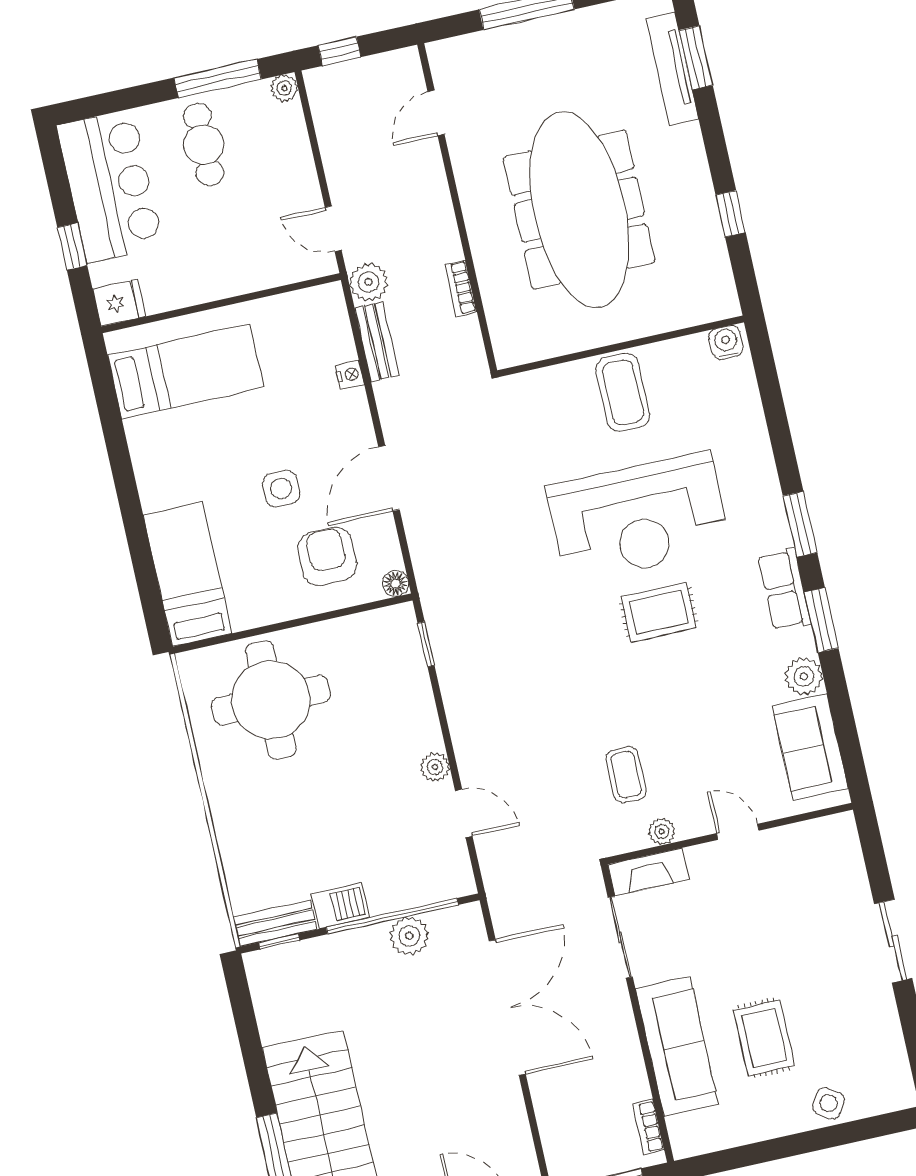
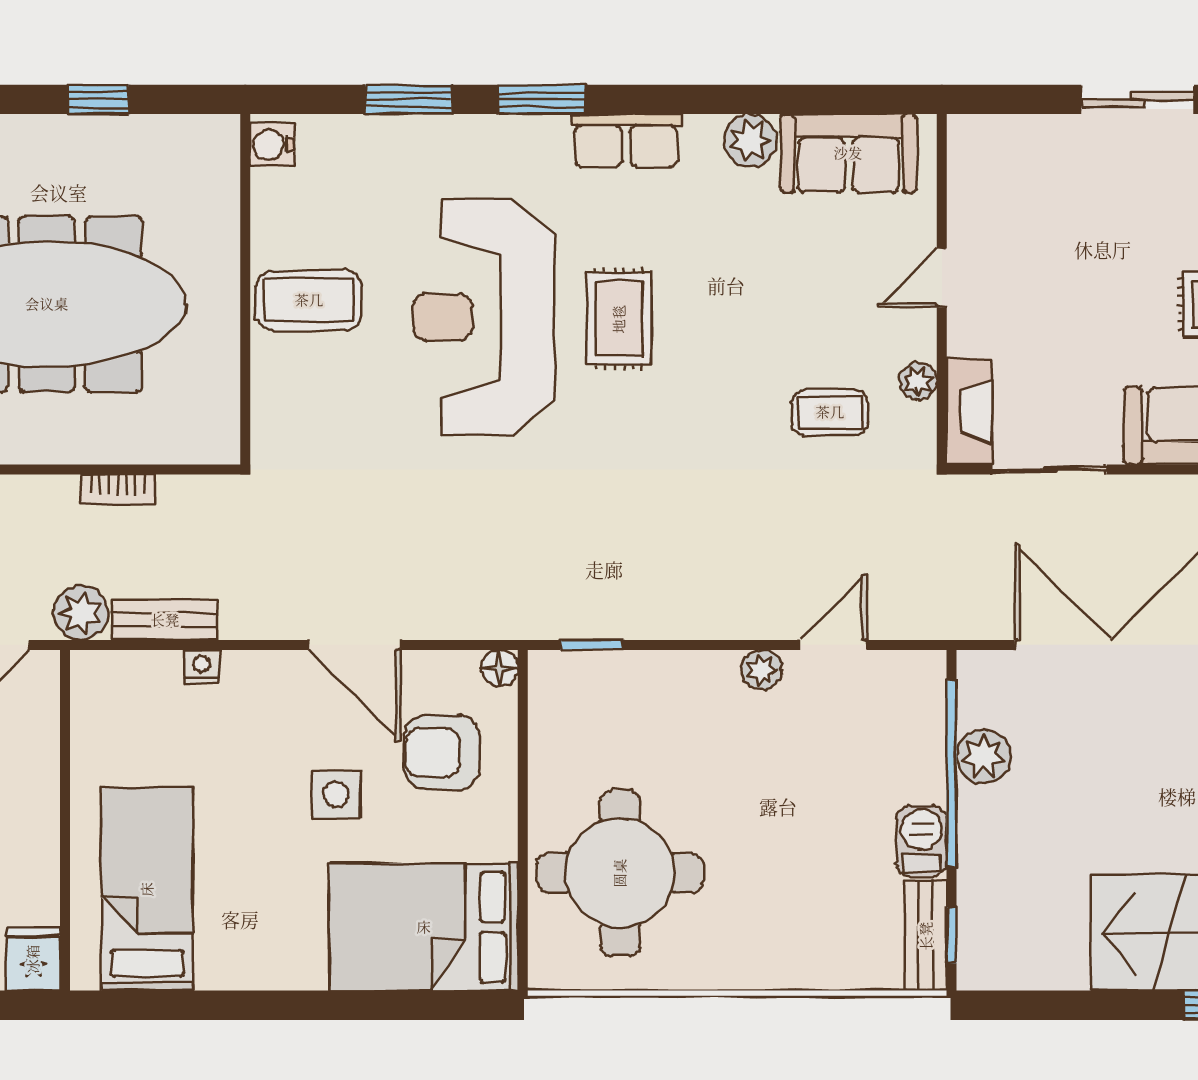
reception desk: (639, 518) -> (484, 317), turned 180
bed: (187, 574) -> (424, 927), width x1.50
window: (821, 620) -> (409, 99), moved

